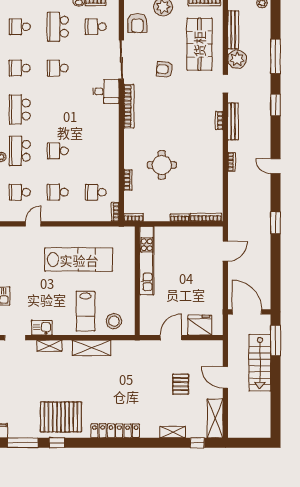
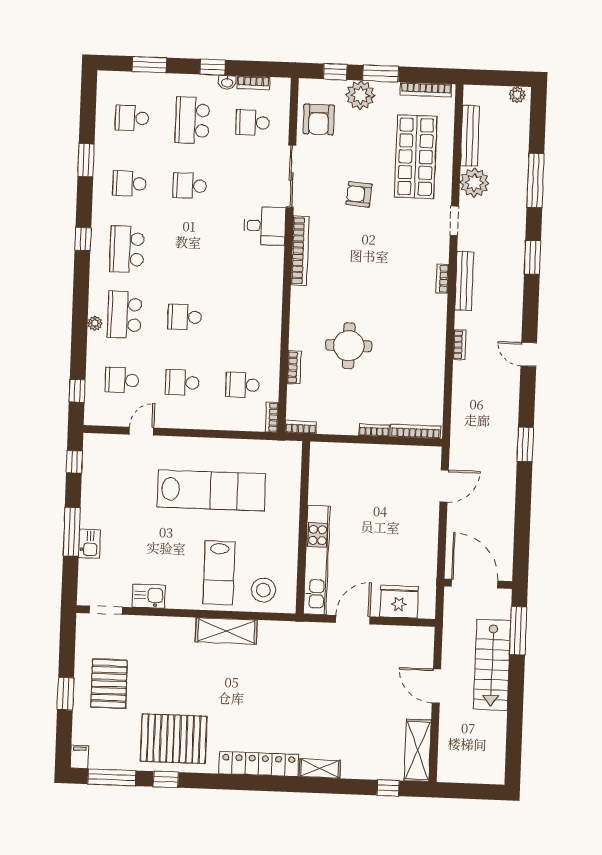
kitchen unit: (147, 261) -> (317, 560), moved
shelving: (49, 346) -> (160, 625), removed
pallet: (181, 384) -> (109, 684), moved, width x1.50, depth x1.42
shelving: (173, 432) -> (320, 768), moved

